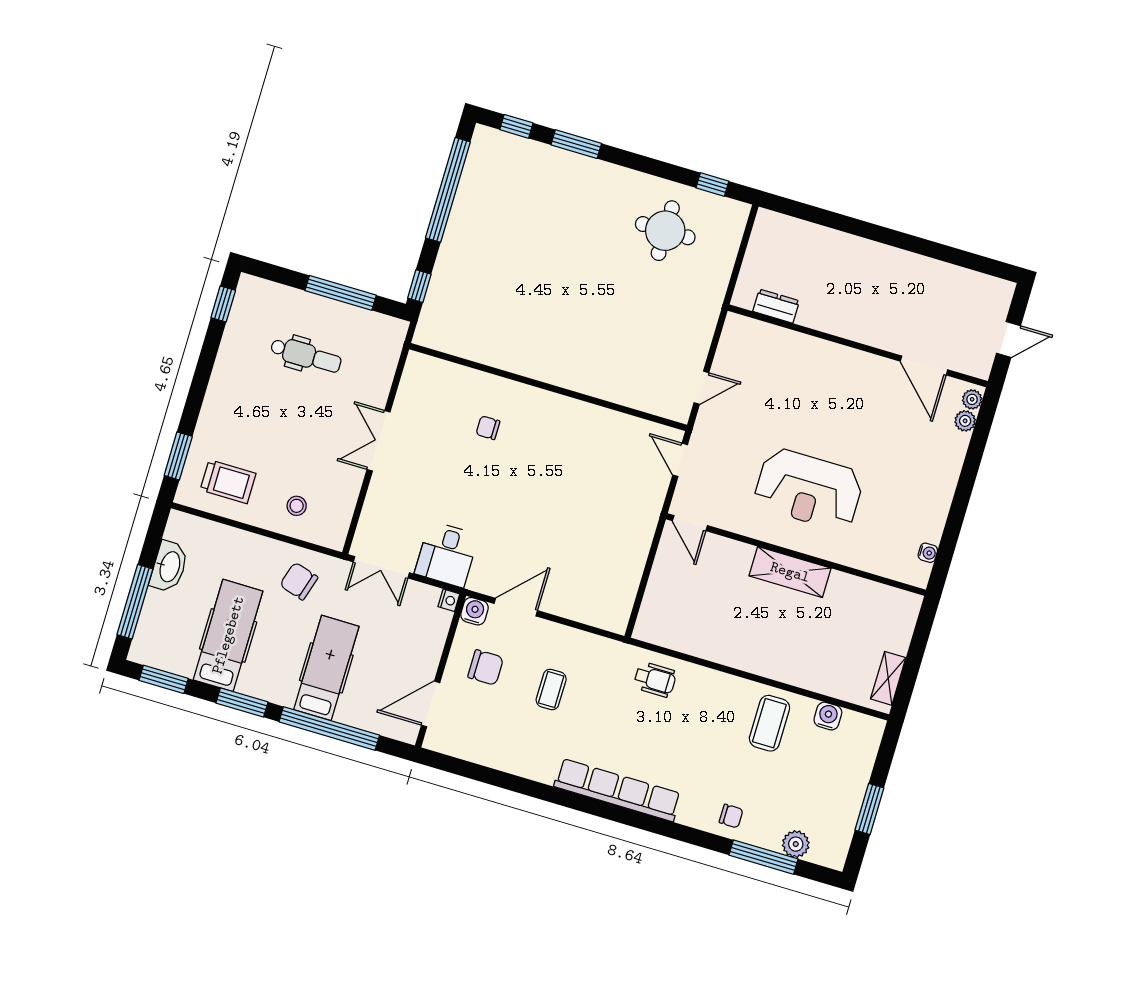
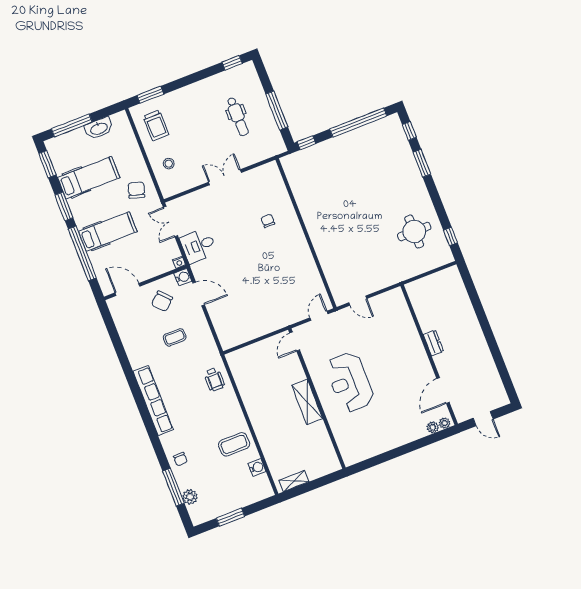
dresser: (776, 306) -> (433, 343), moved
water cooler: (928, 553) -> (362, 456), removed
chair: (486, 667) -> (162, 301), turned 47

